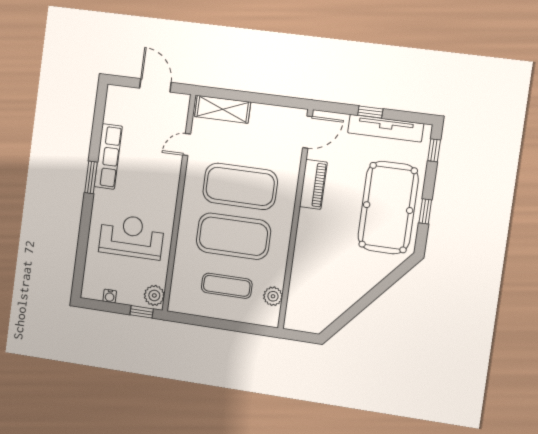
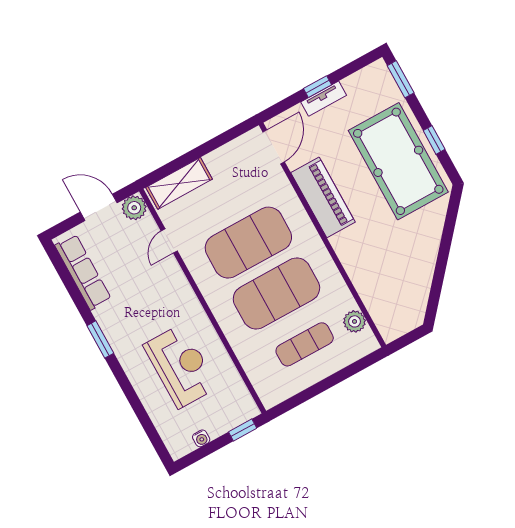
tv unit: (386, 128) -> (324, 99), width x0.52, depth x0.78
window: (434, 150) -> (401, 79), width x1.50
row of seats: (108, 156) -> (83, 272), moved
piano: (313, 184) -> (323, 197), width x1.37, depth x1.33
reception desk: (132, 237) -> (181, 366), turned 90
plant: (154, 295) -> (134, 208), moved

